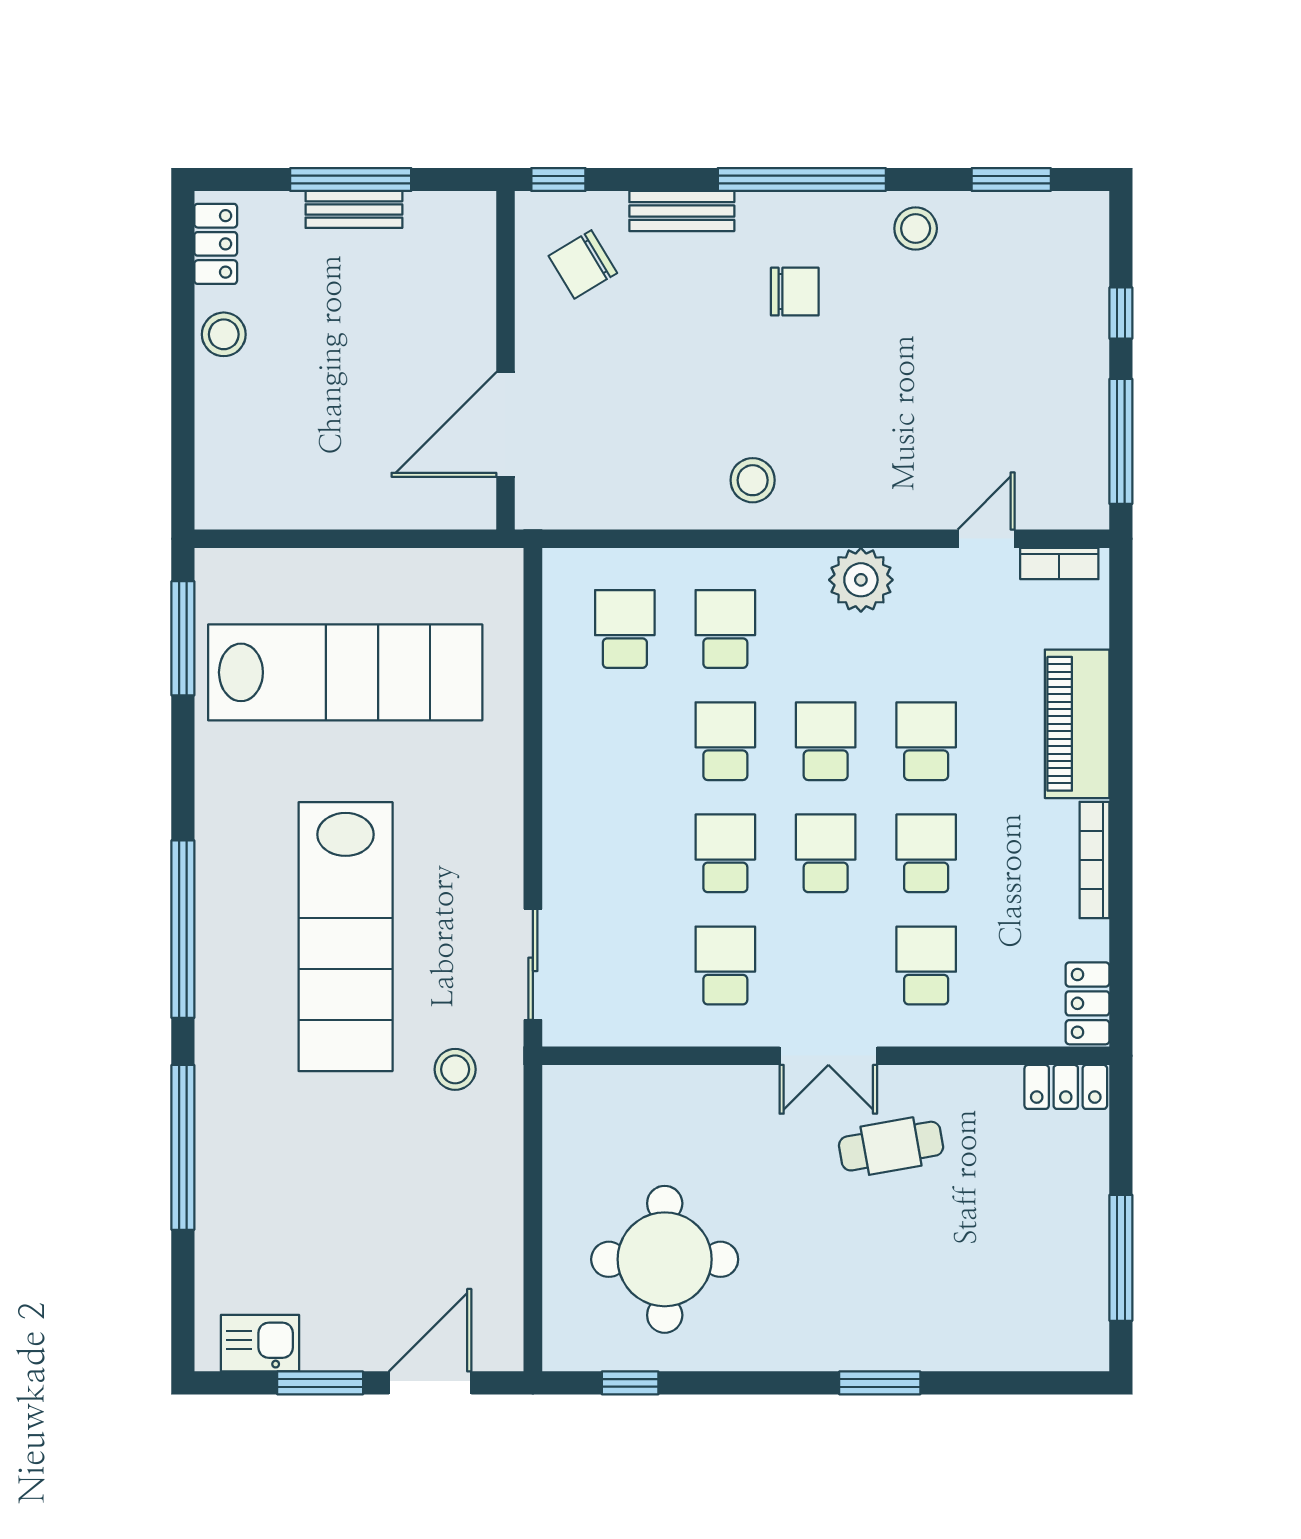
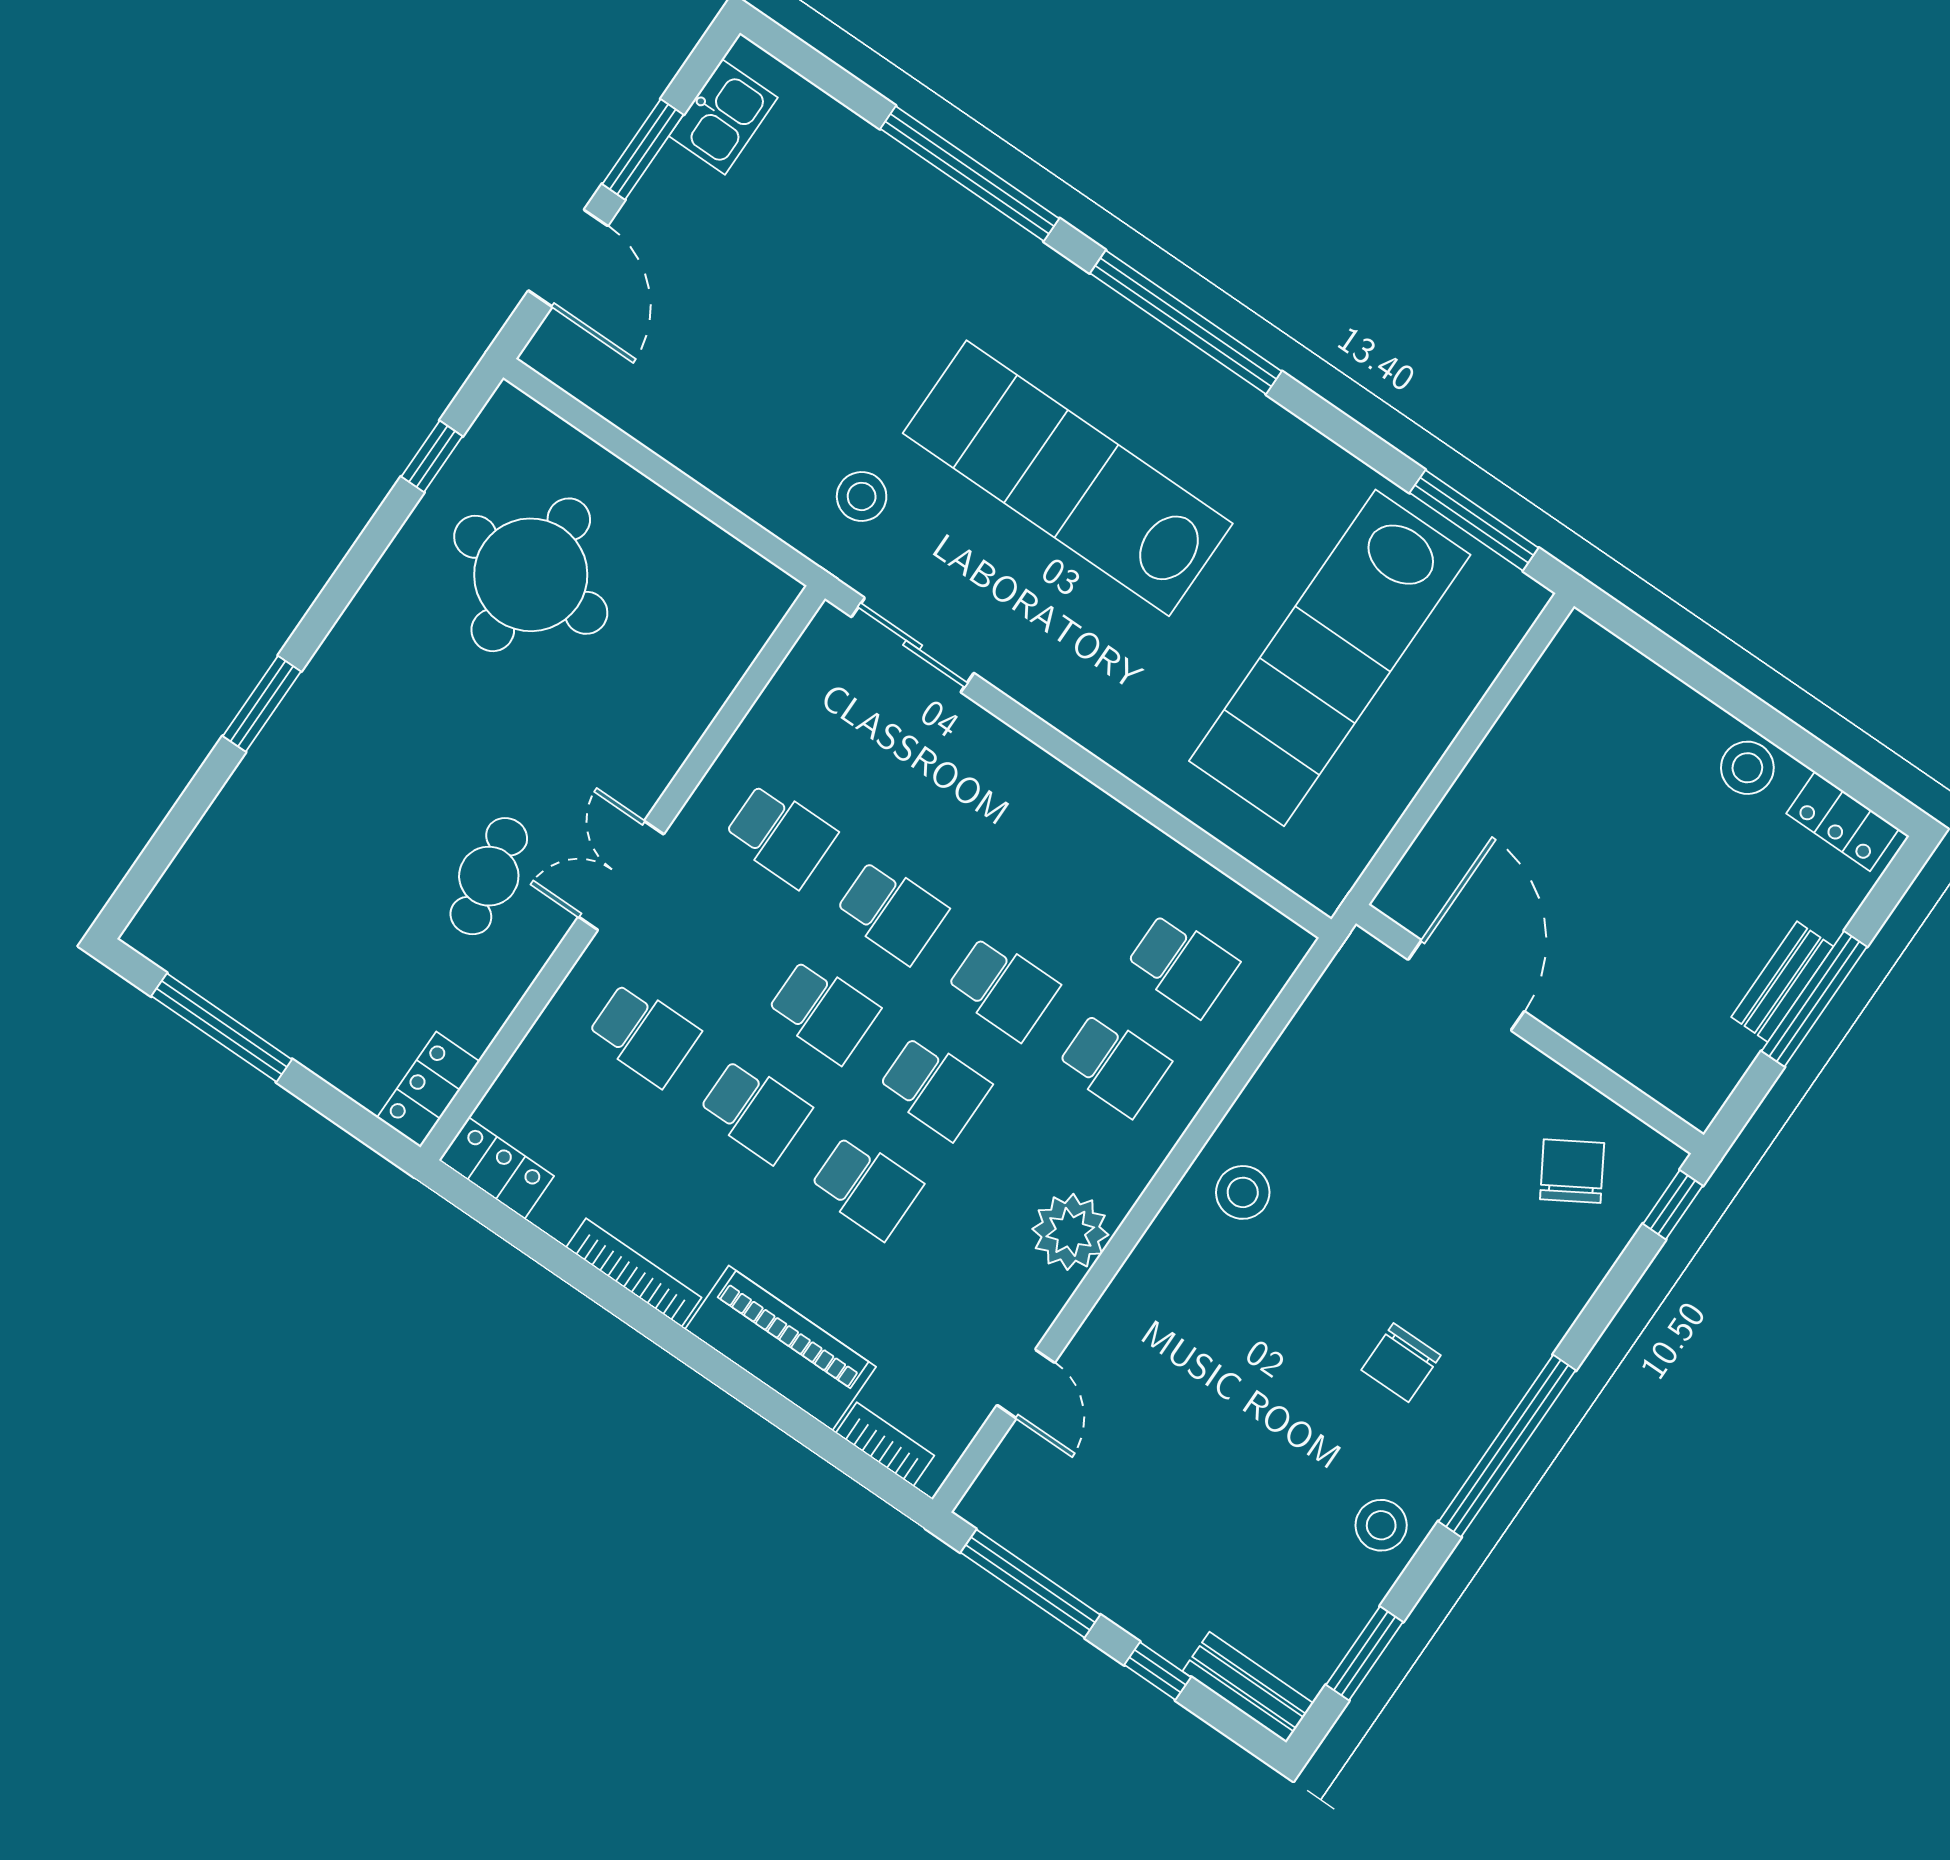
bench: (682, 211) -> (1248, 1687), moved, turned 90
bookcase: (1059, 564) -> (885, 1444), moved, turned 90

